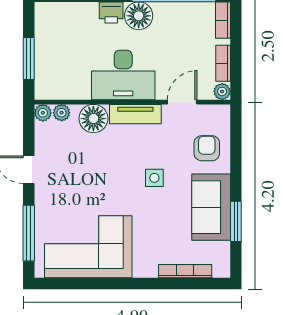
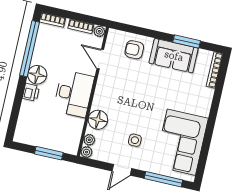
tv unit: (135, 114) -> (101, 92), removed
side table: (154, 178) -> (135, 140), moved
bookcase: (185, 271) -> (215, 70), moved

